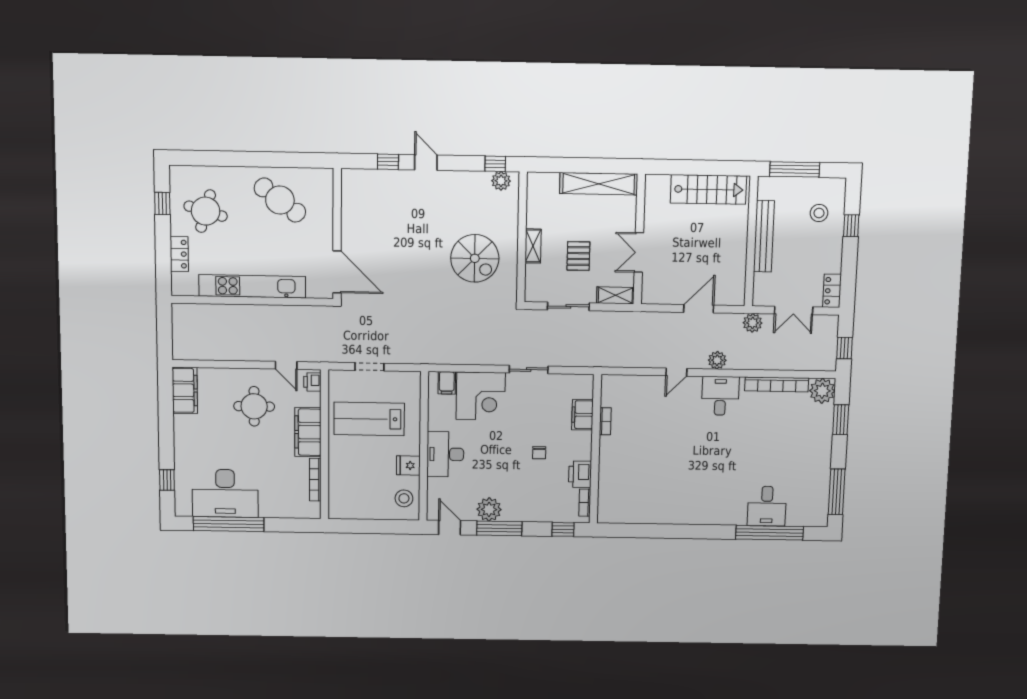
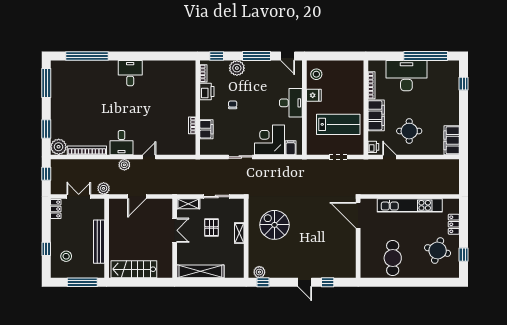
cafe table: (280, 200) -> (393, 258), turned 53
desk: (225, 493) -> (406, 76), moved
desk: (767, 506) -> (130, 73), moved
plant: (489, 509) -> (237, 68), moved

